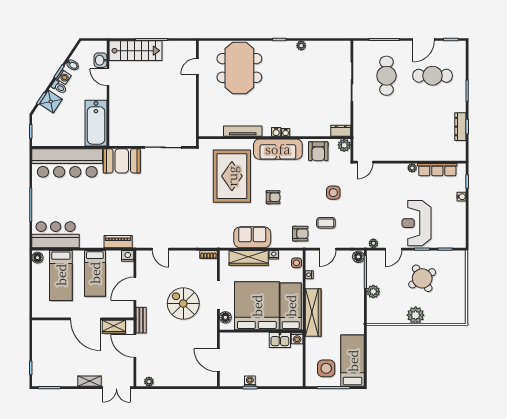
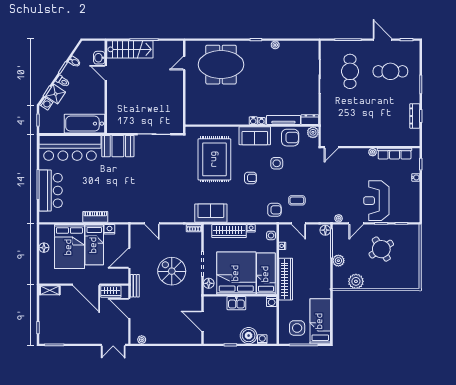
door: (424, 40) -> (382, 40), swing flipped
meeting table: (239, 68) -> (221, 65), turned 90
washing machine: (64, 77) -> (46, 104), moved
bathtub: (96, 123) -> (84, 124), moved, turned 90
tv unit: (243, 131) -> (283, 120), moved
sofa: (278, 149) -> (255, 136), width x0.73
armchair: (318, 151) -> (290, 138), turned -90
side table: (333, 193) -> (277, 163), moved
bar counter: (56, 235) -> (51, 190), moved, turned 90
sofa: (252, 237) -> (211, 213), moved
piano: (118, 242) -> (95, 217), moved
door: (328, 249) -> (298, 223), hinge flipped
nightstand: (128, 256) -> (109, 229), moved
floor lamp: (38, 258) -> (44, 248), moved
bed: (61, 275) -> (69, 247), width x1.50
plant: (416, 315) -> (356, 281), moved
kitchen sink: (280, 340) -> (236, 303), moved
boiler: (271, 377) -> (249, 336), added
shelving: (90, 381) -> (50, 290), moved
washing machine: (250, 381) -> (262, 339), moved

